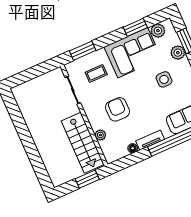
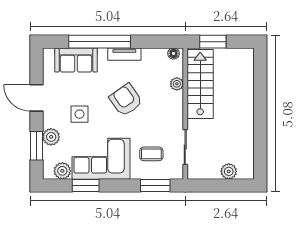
plant: (32, 86) -> (229, 171), added
armchair: (117, 109) -> (126, 100), moved, turned 145
floor lamp: (133, 148) -> (174, 53), moved

